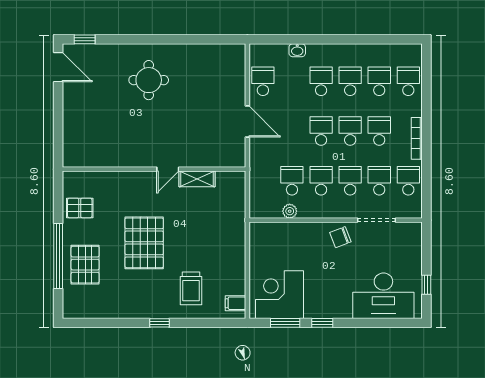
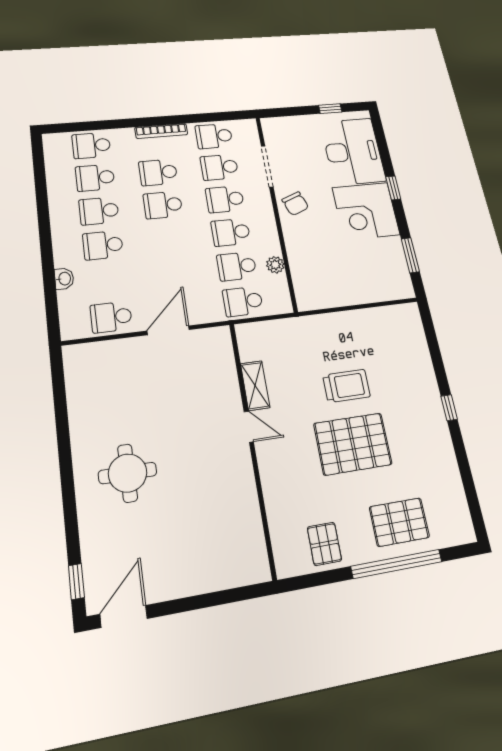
school desk: (321, 131) -> (243, 301), moved
trolley: (191, 288) -> (346, 386), moved
corner desk: (280, 295) -> (366, 211), moved
filing cabinet: (235, 303) -> (402, 316), removed
window: (322, 323) -> (393, 188), moved

